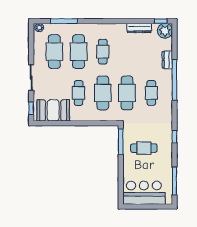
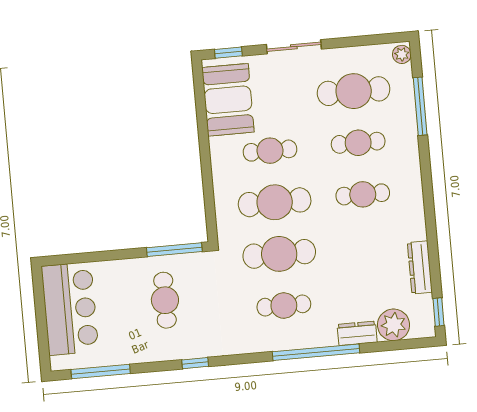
plant: (165, 31) -> (394, 325), moved
cafe table: (79, 52) -> (358, 143), width x0.73, depth x0.74

